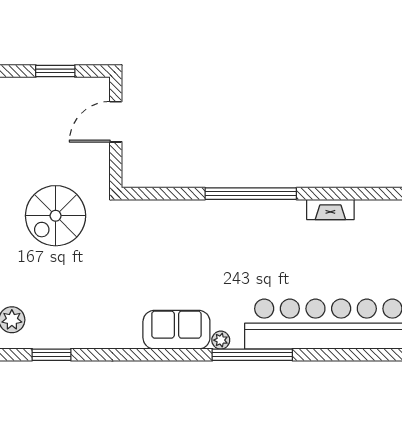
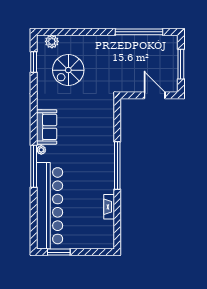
window: (55, 71) -> (181, 64), width x1.44
spiral stairs: (56, 216) -> (68, 70), moved, turned -90

